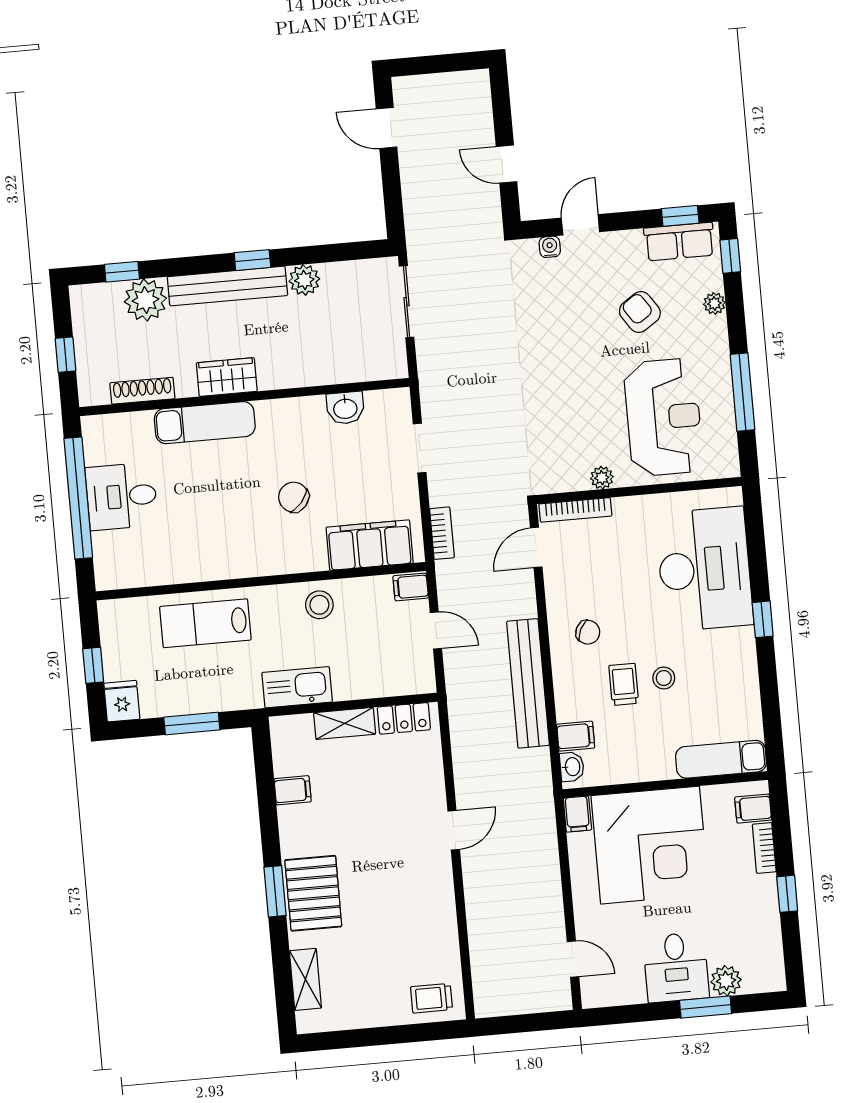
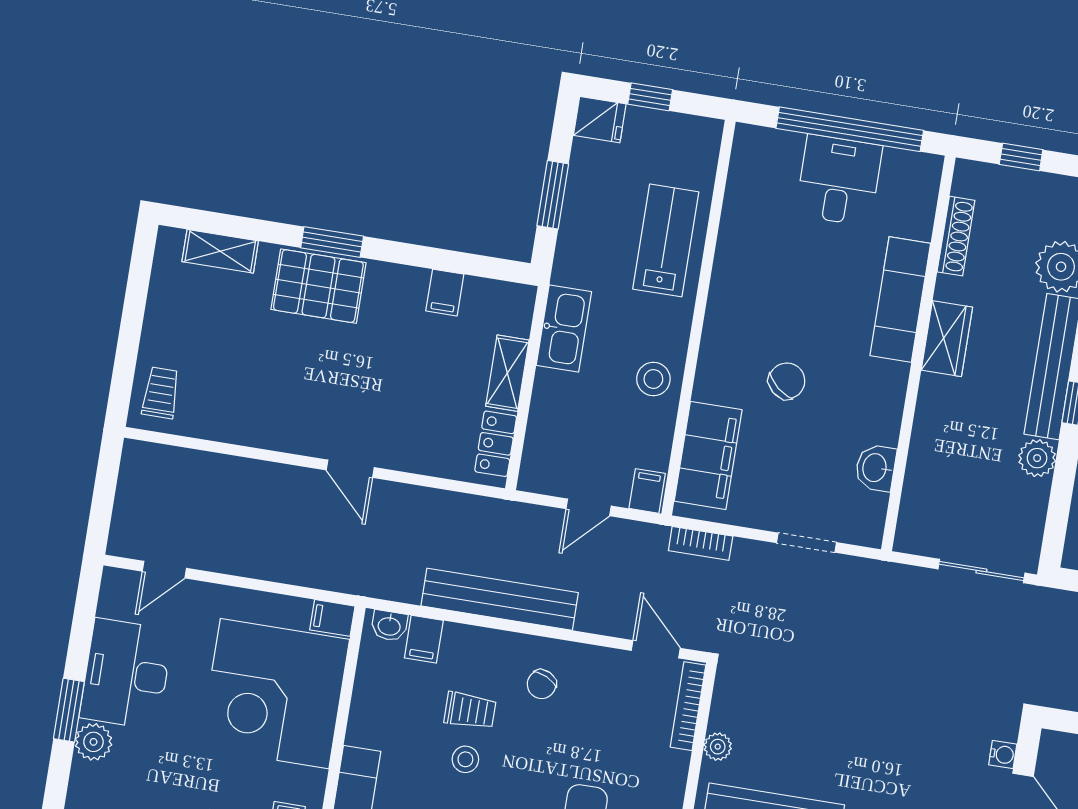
desk: (676, 967) -> (126, 674), width x1.37

